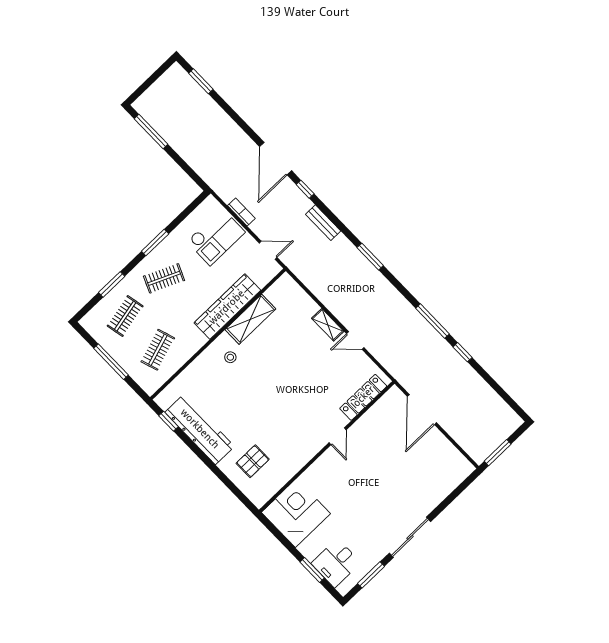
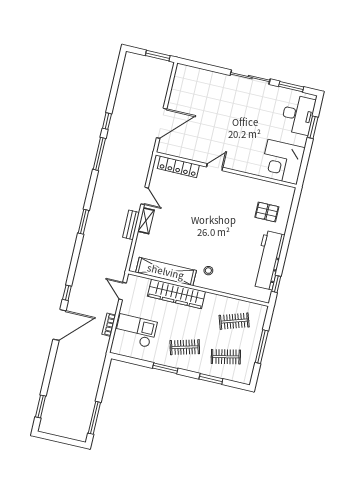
bench: (323, 223) -> (131, 225), moved
clothes rail: (164, 278) -> (185, 347), turned -39
shelving: (250, 319) -> (166, 271), width x1.47
desk: (336, 563) -> (298, 115), width x1.37

